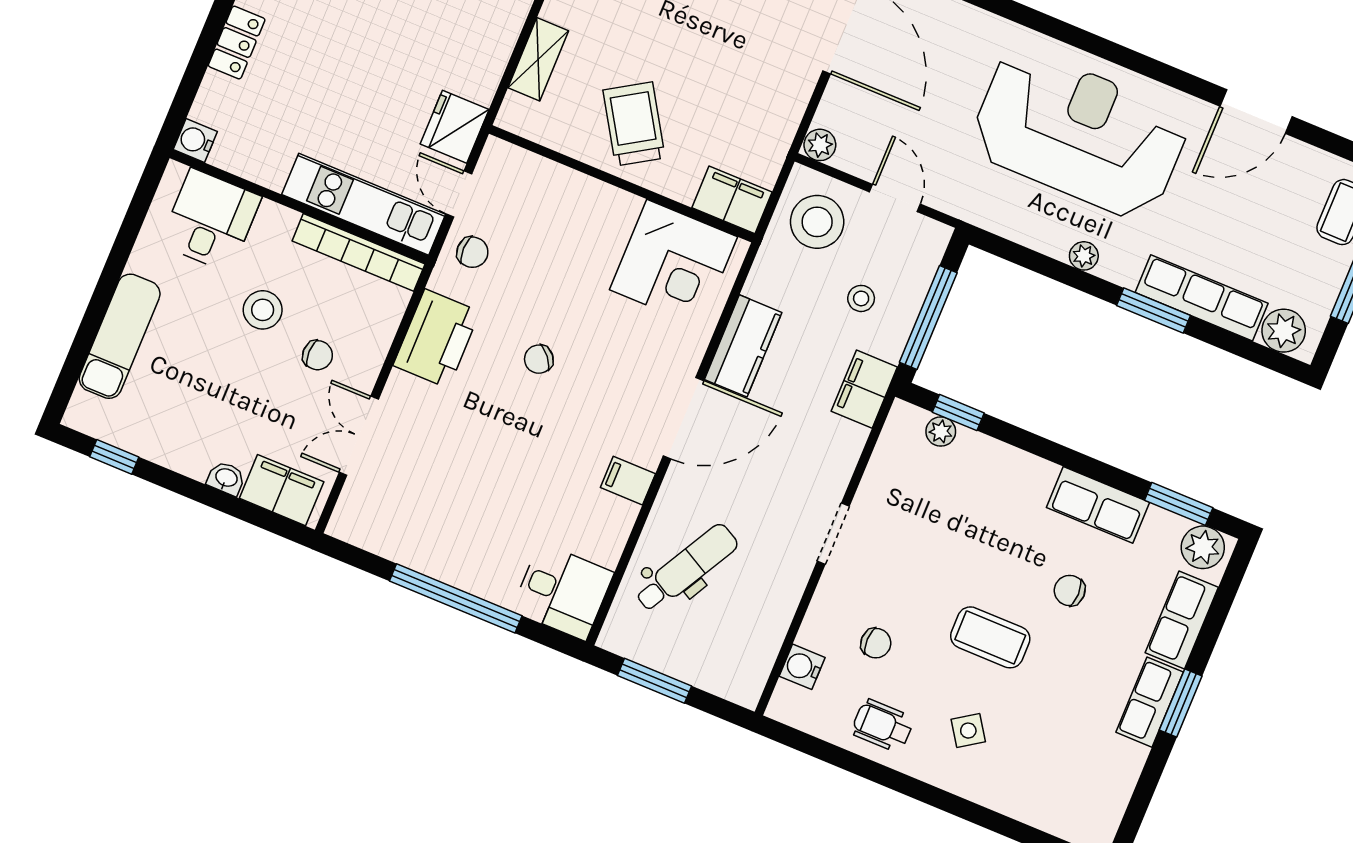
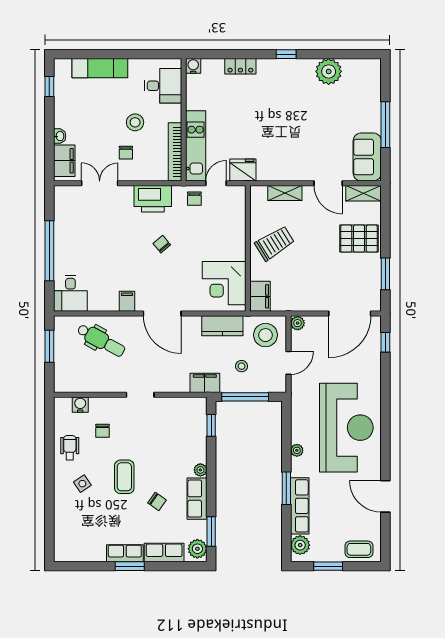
kitchen counter: (743, 346) -> (222, 326), moved
plant: (941, 432) -> (200, 470), moved
chair: (1070, 590) -> (157, 501), turned 125

